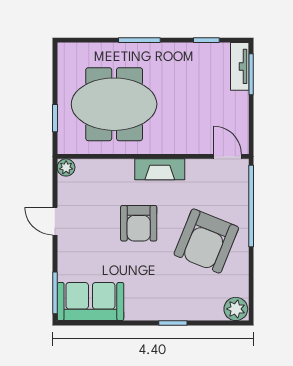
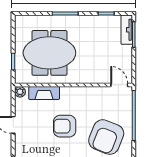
fireplace: (160, 169) -> (44, 93), moved
armchair: (139, 223) -> (65, 126), turned 90

